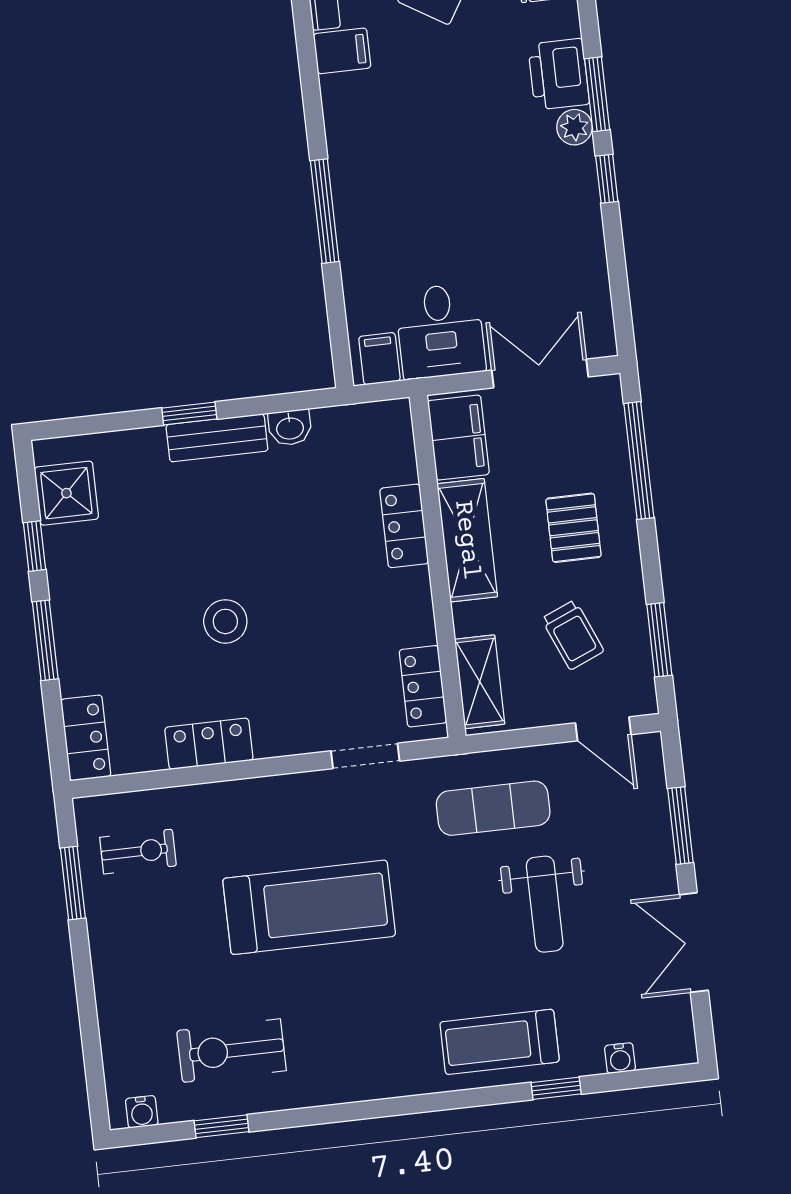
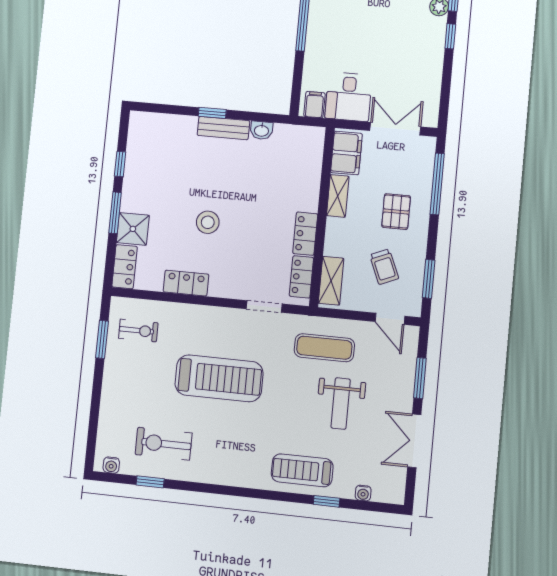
shower: (66, 493) -> (133, 229), moved
locker: (404, 526) -> (305, 234), moved
shelving: (467, 540) -> (338, 196), width x0.67, depth x0.75

